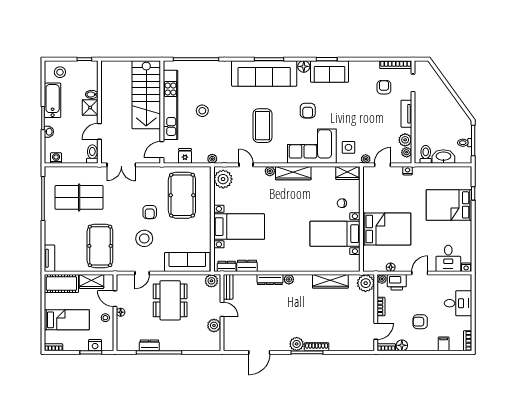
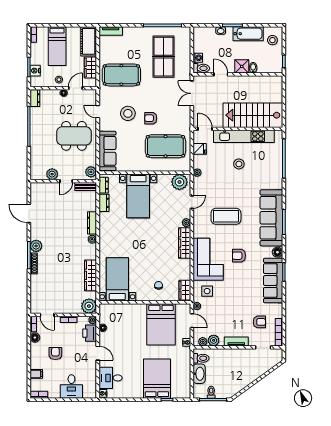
sofa: (329, 72) -> (273, 280), width x1.36
washing machine: (56, 158) -> (198, 58), moved
bed: (387, 229) -> (161, 324), moved
bed with nightstands: (335, 234) -> (117, 279), moved
dresser: (149, 345) -> (35, 98), moved

